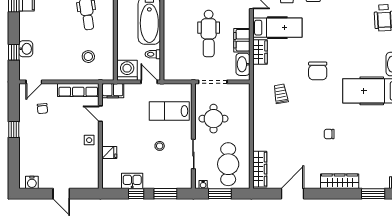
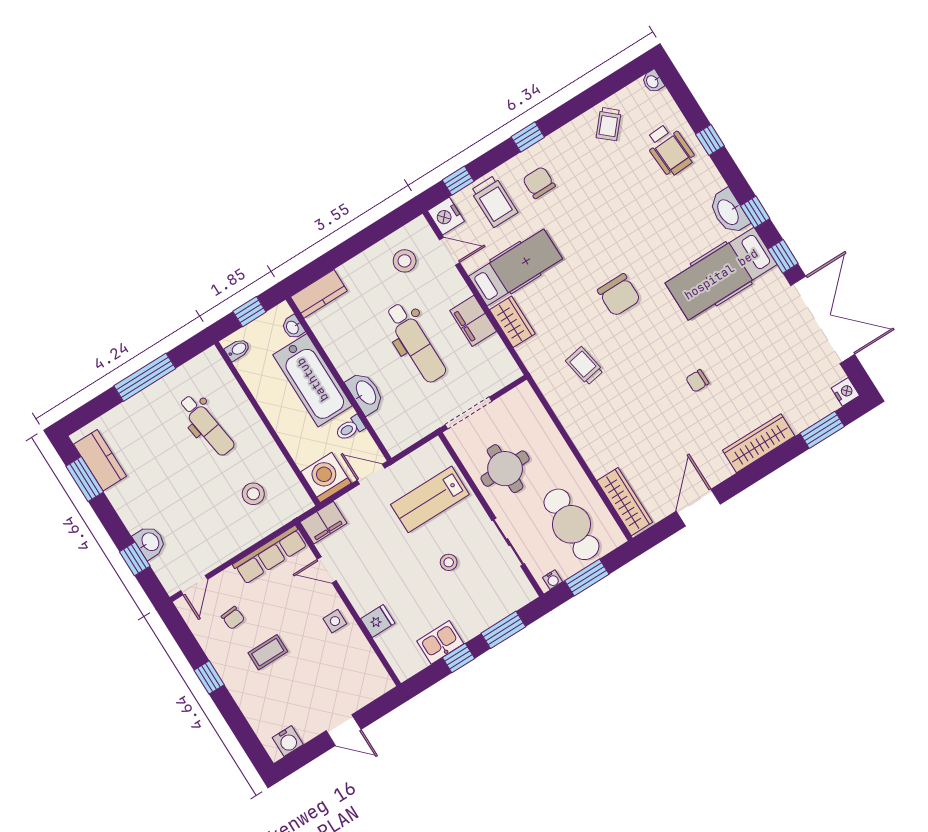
washbasin: (243, 64) -> (365, 393), moved, turned 180
coffee table: (49, 135) -> (268, 652), added

